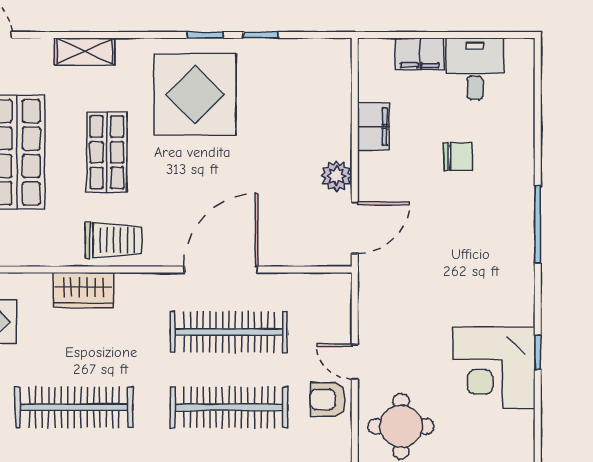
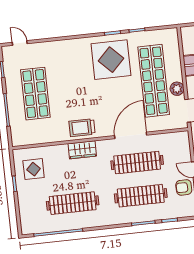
shelving: (85, 51) -> (60, 46), removed
shop shelf: (107, 152) -> (154, 81), moved, width x2.00, depth x1.36
trolley: (113, 240) -> (82, 128), turned 180
wardrobe: (83, 290) -> (82, 150), moved

